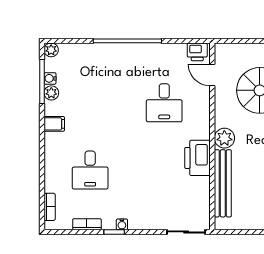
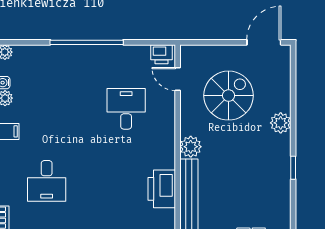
desk: (164, 103) -> (126, 109), turned 180
printer: (197, 158) -> (162, 189), moved

